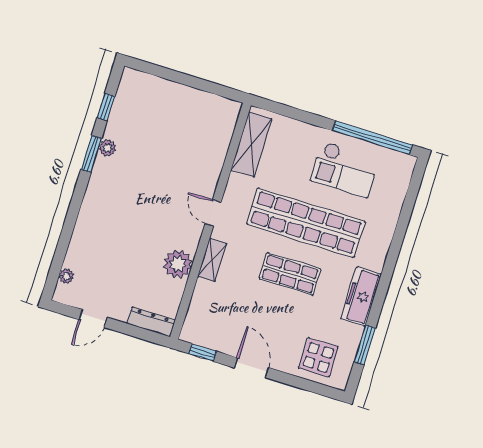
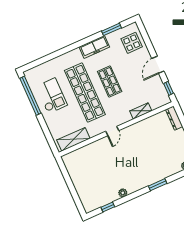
window: (91, 154) -> (158, 185), moved
shelving: (212, 260) -> (141, 111), moved
plant: (178, 264) -> (143, 127), removed

